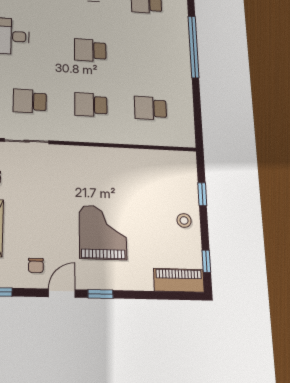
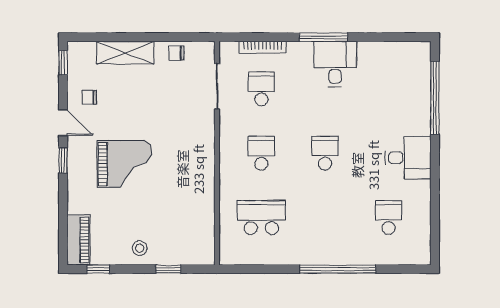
school desk: (150, 108) -> (261, 218), width x1.85

